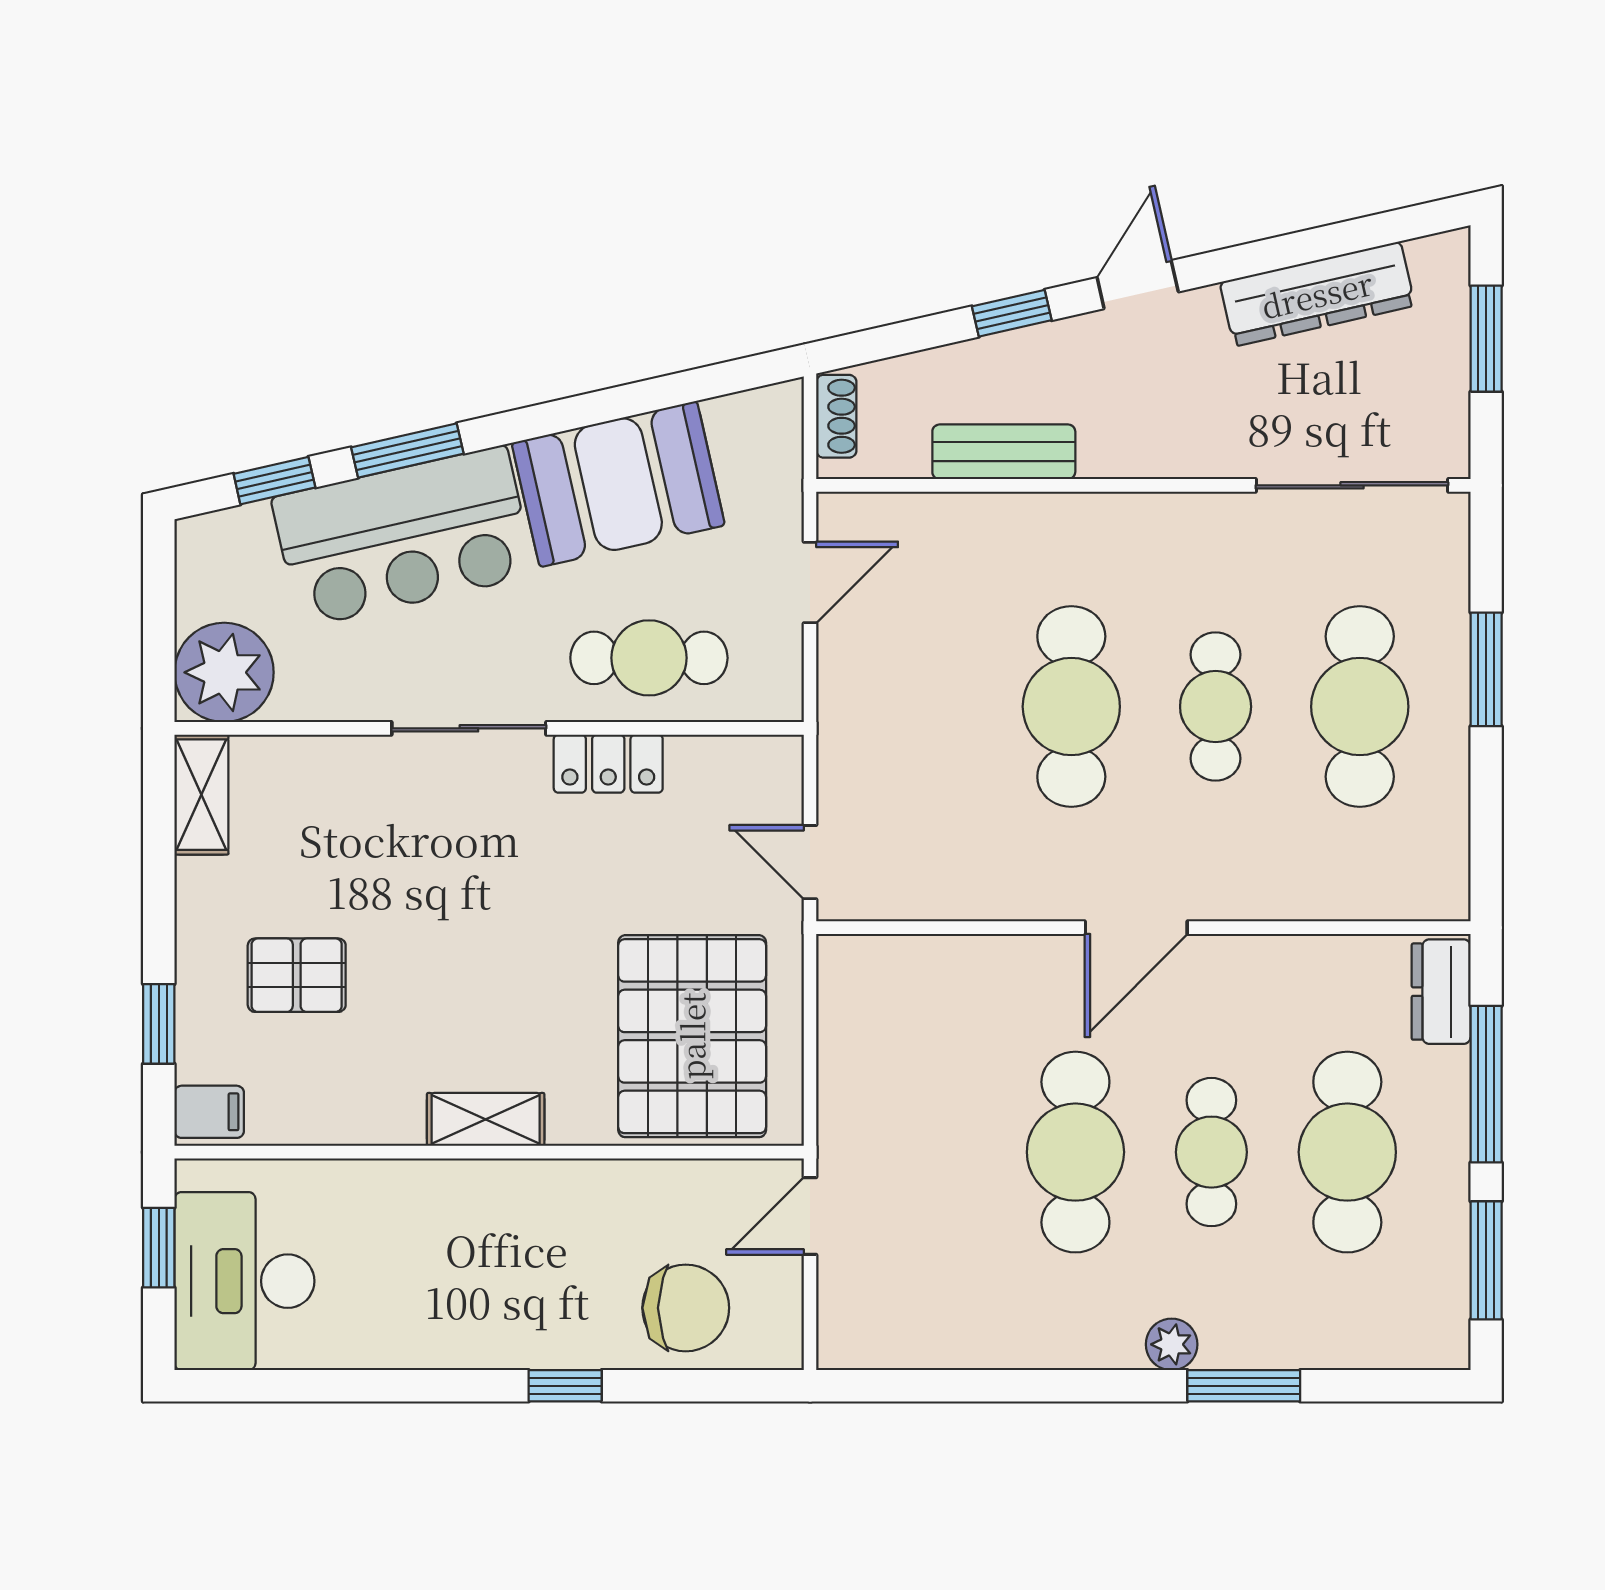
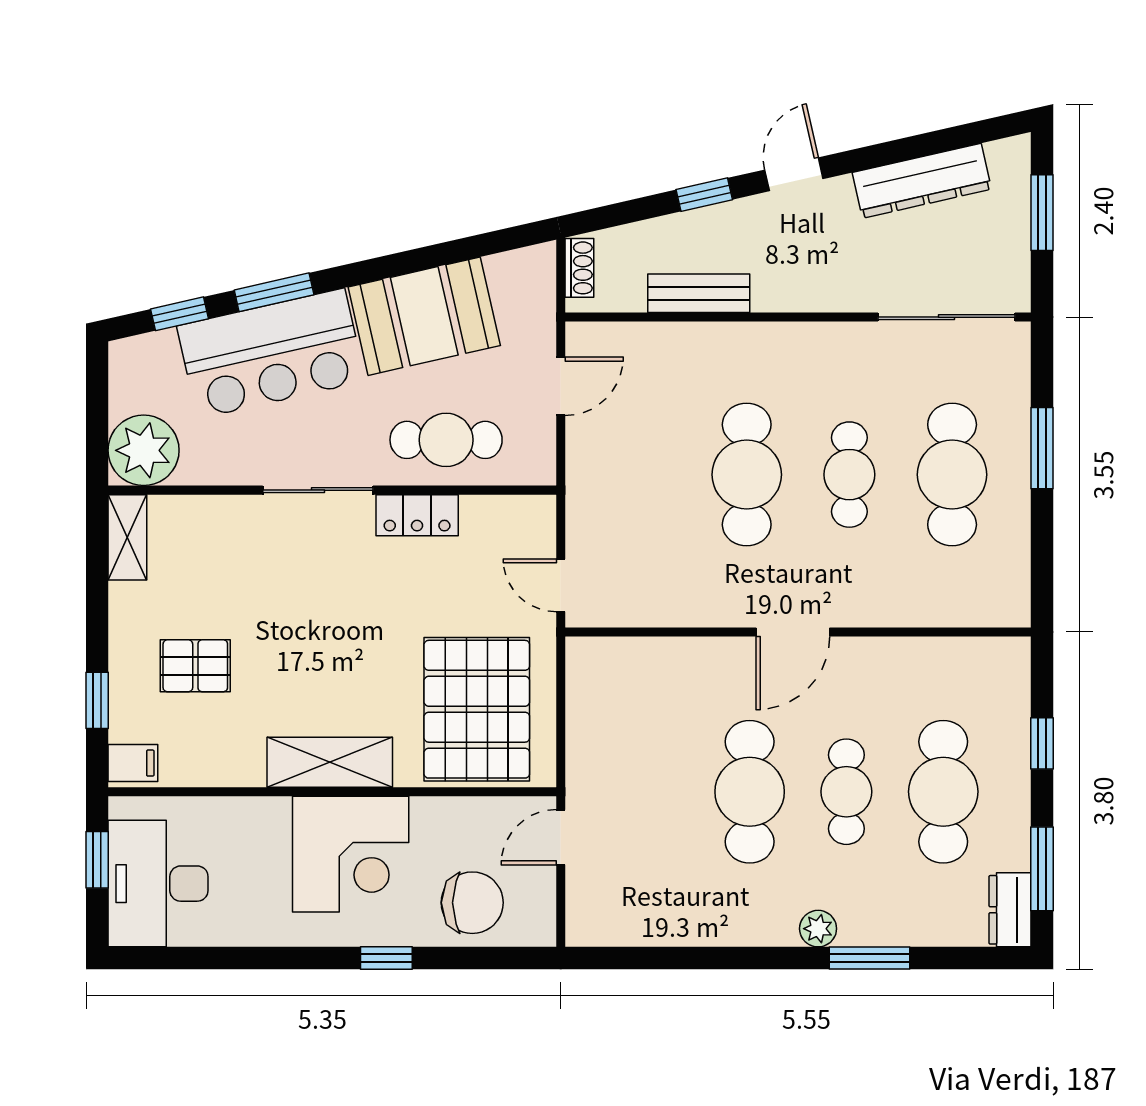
dresser: (1441, 992) -> (1010, 910), moved
window: (1486, 1084) -> (1042, 743), width x0.46
shelving: (486, 1119) -> (330, 762), width x1.50, depth x1.33
corner desk: (515, 1240) -> (351, 854), added

